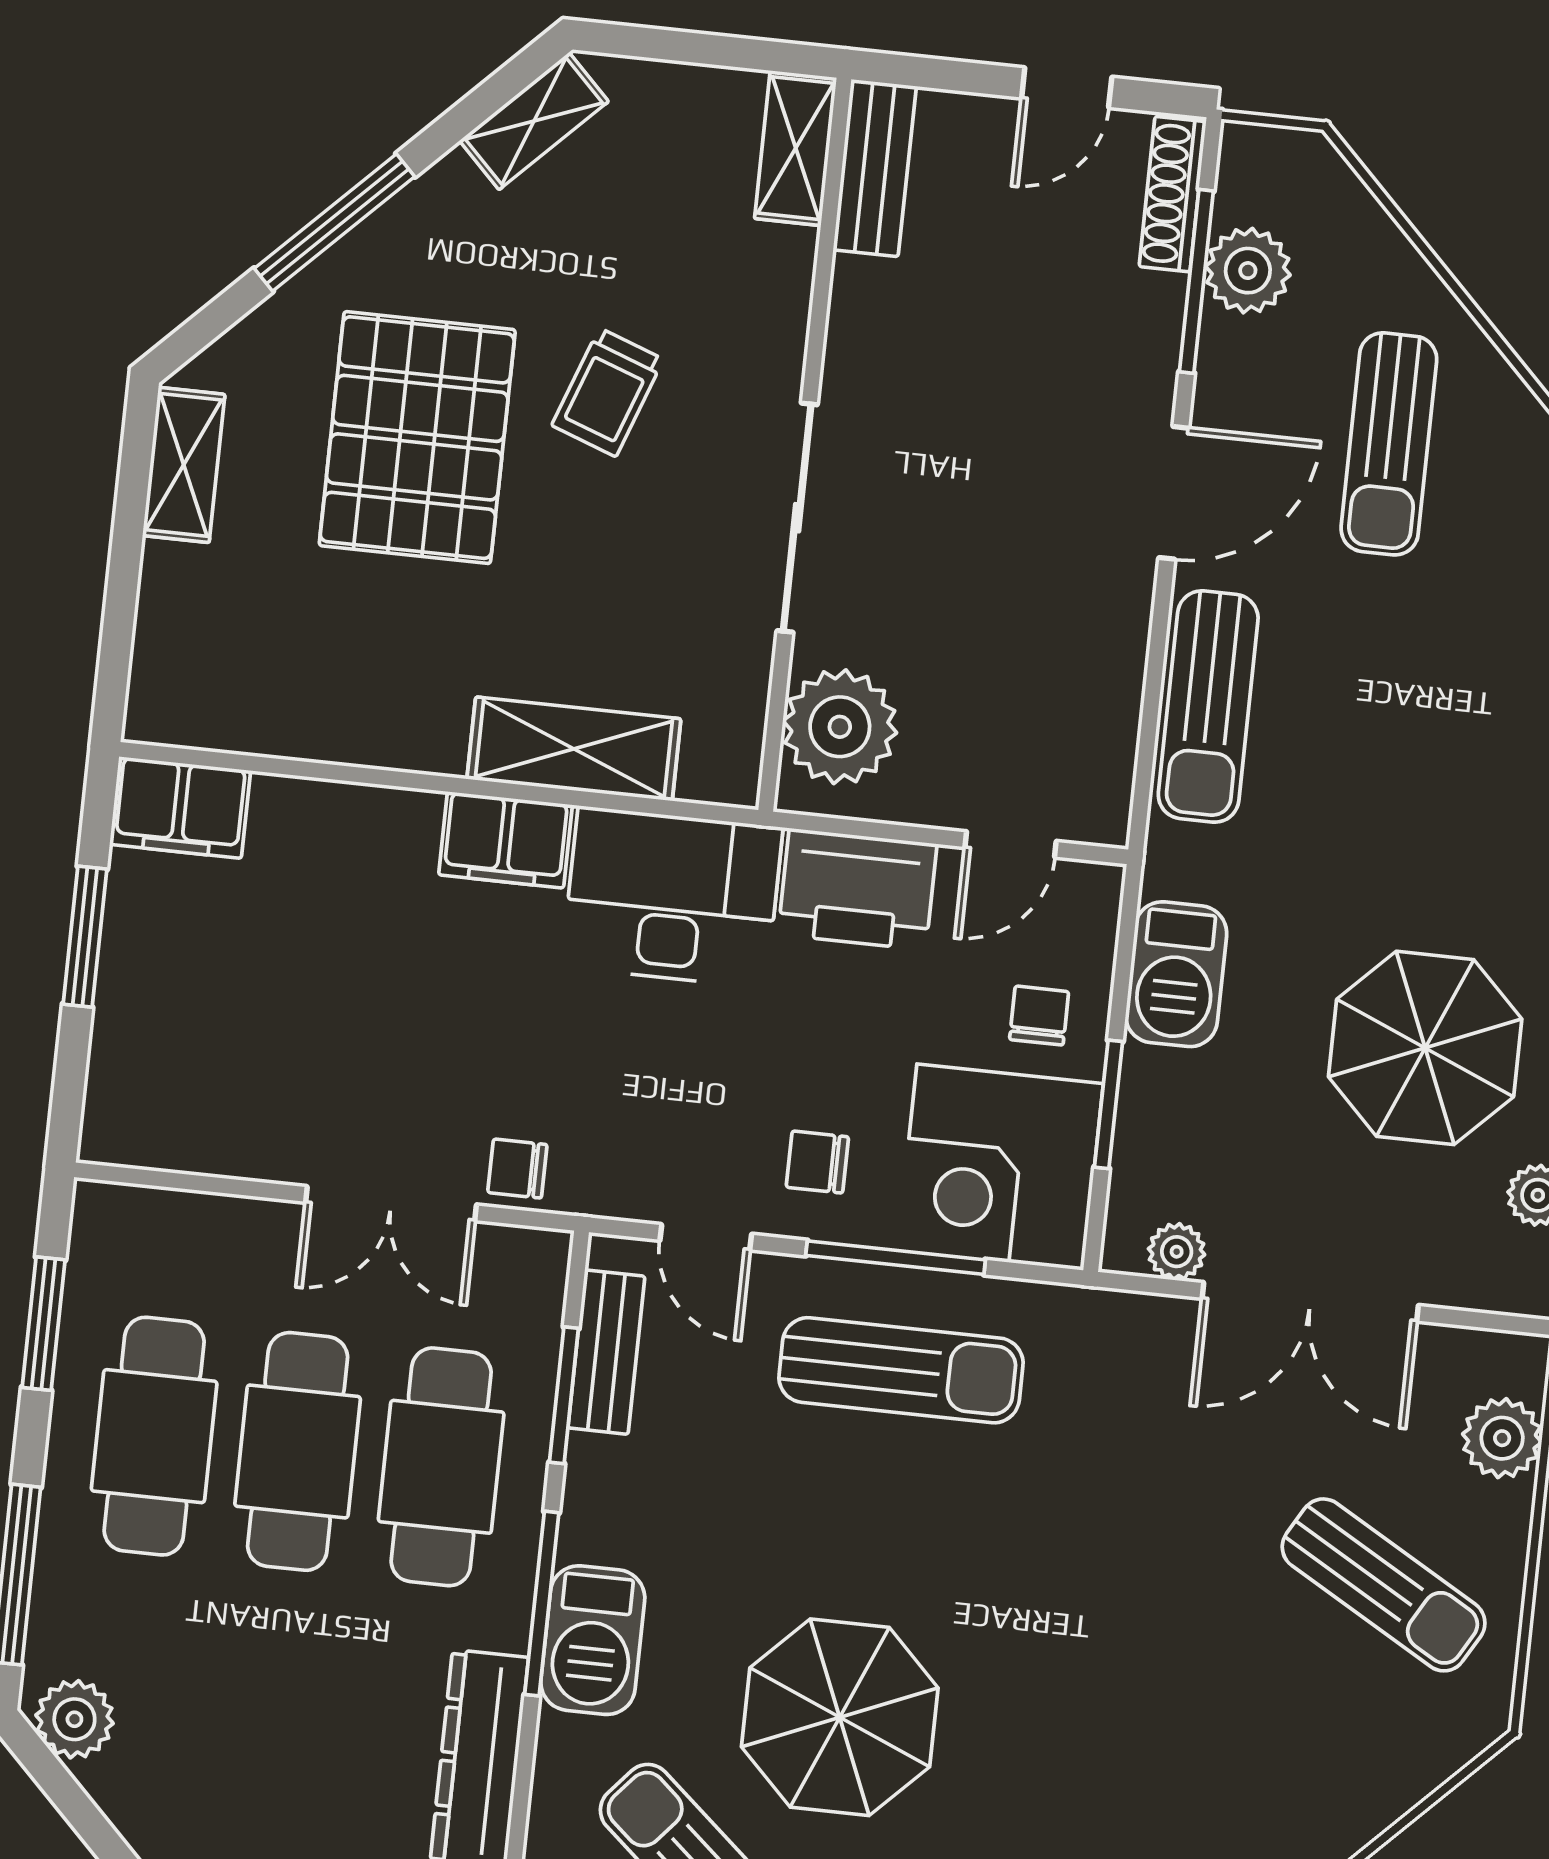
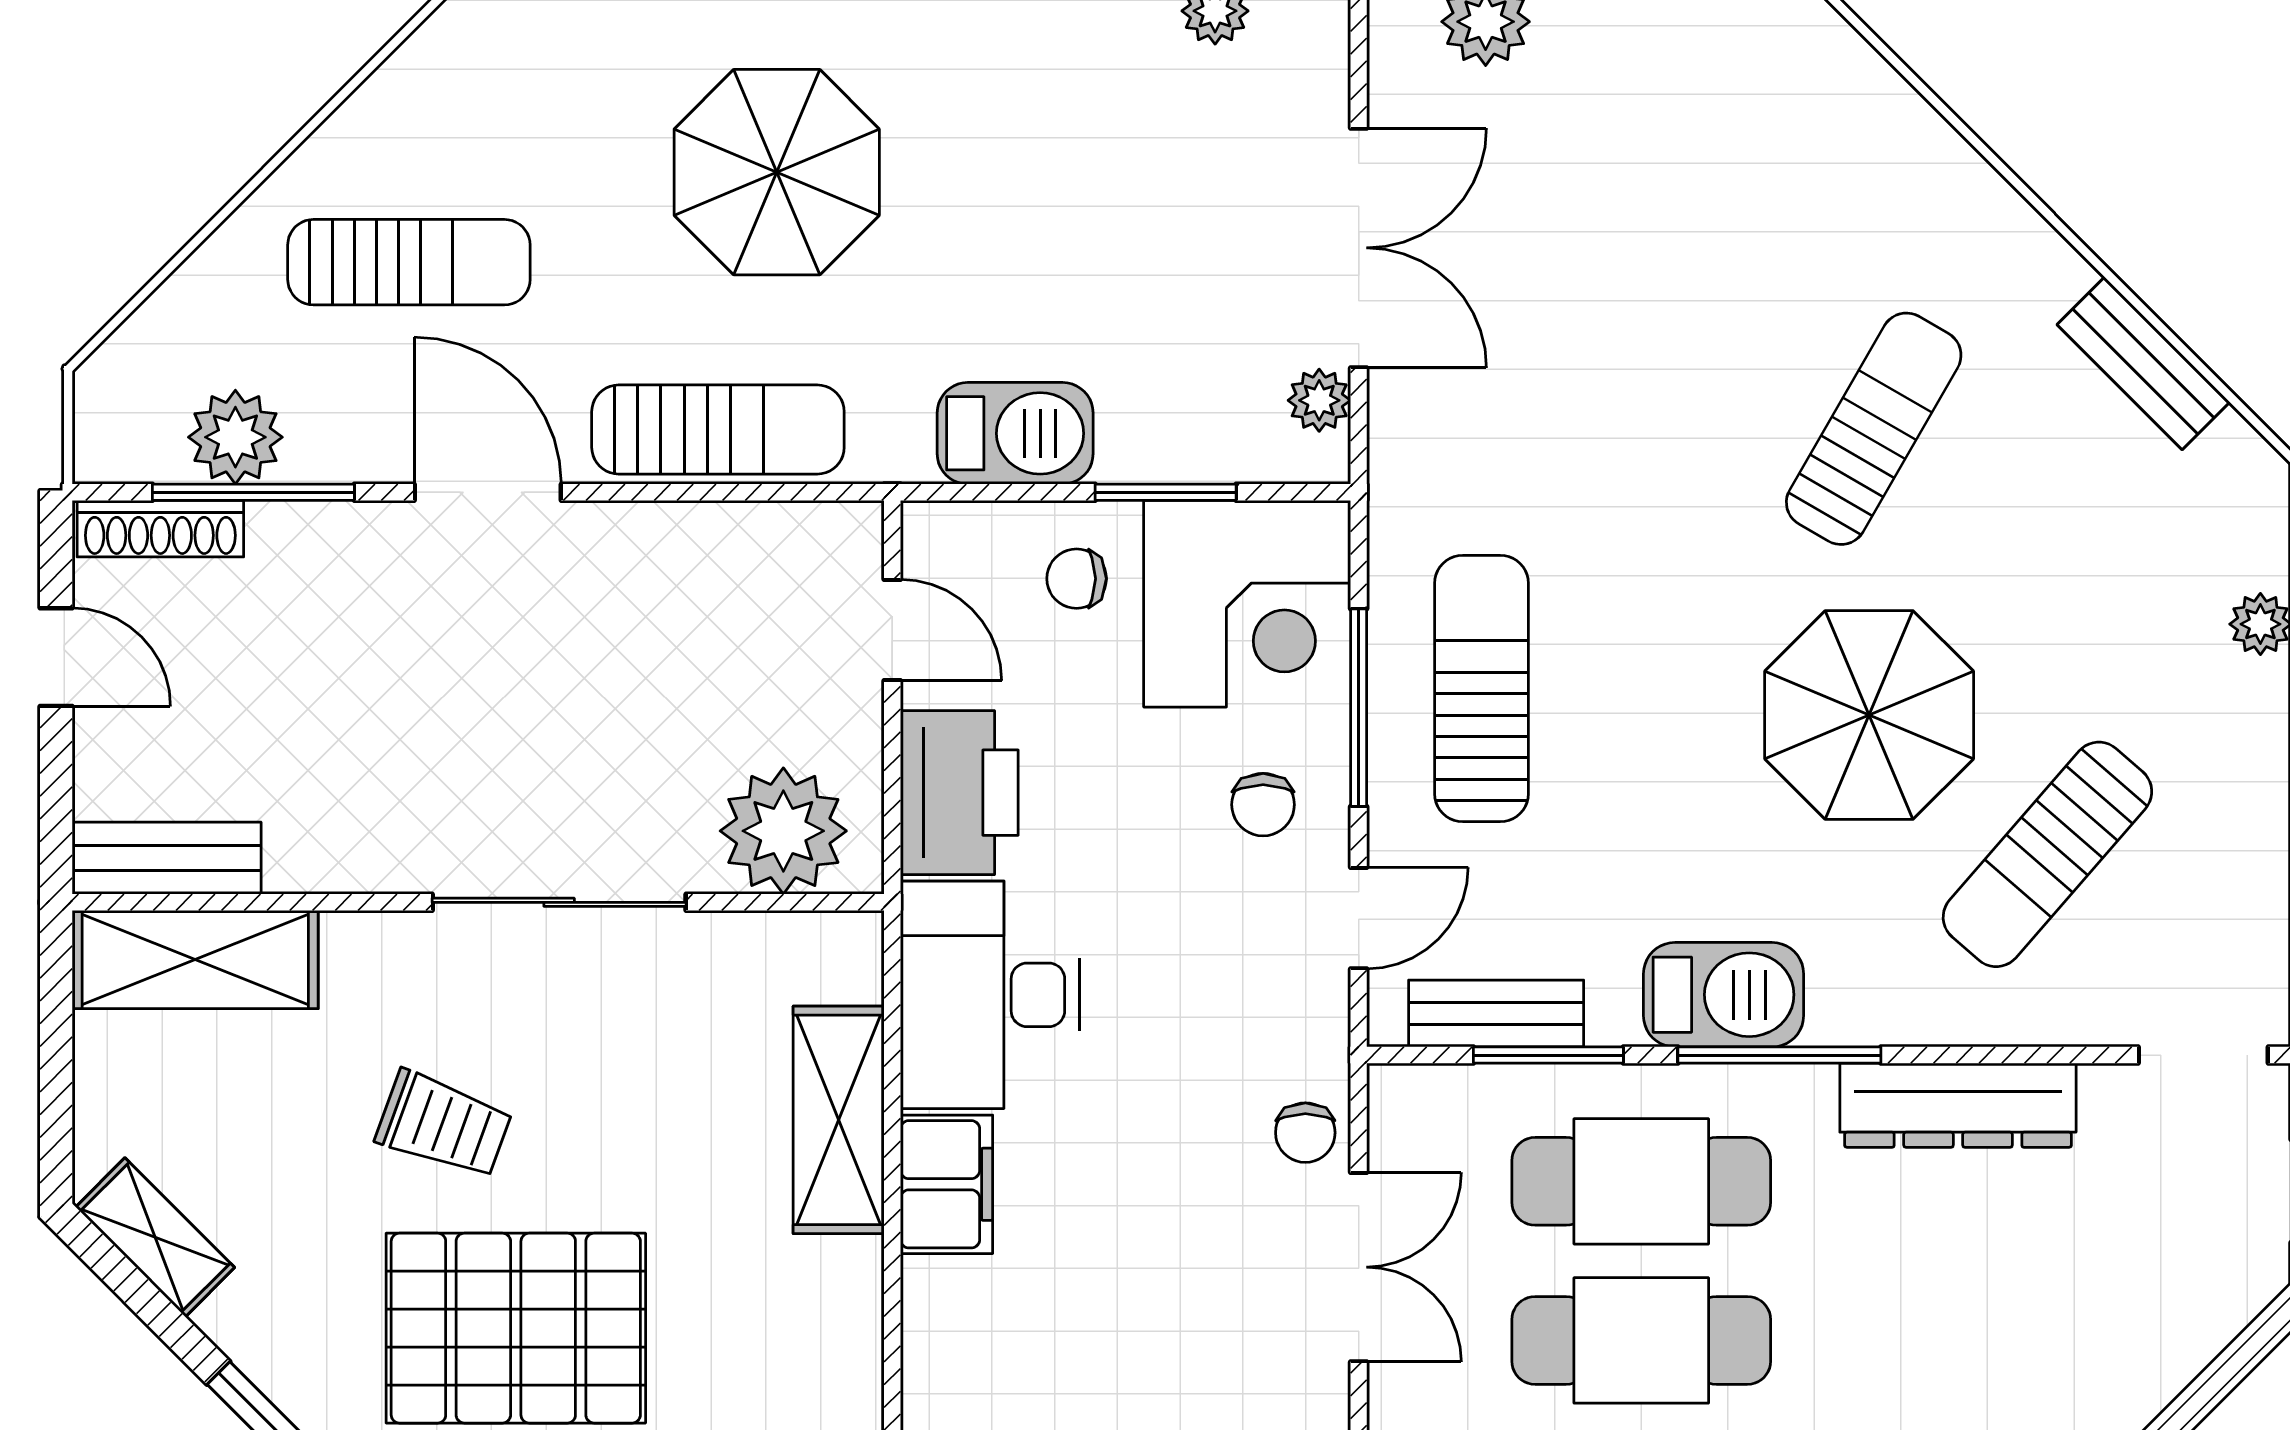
shelving: (796, 148) -> (195, 959), width x1.50, depth x1.33
parasol: (1425, 1048) -> (777, 172), moved
sun lounger: (1384, 1585) -> (1874, 429), moved
barbecue: (593, 1640) -> (1724, 995), moved

